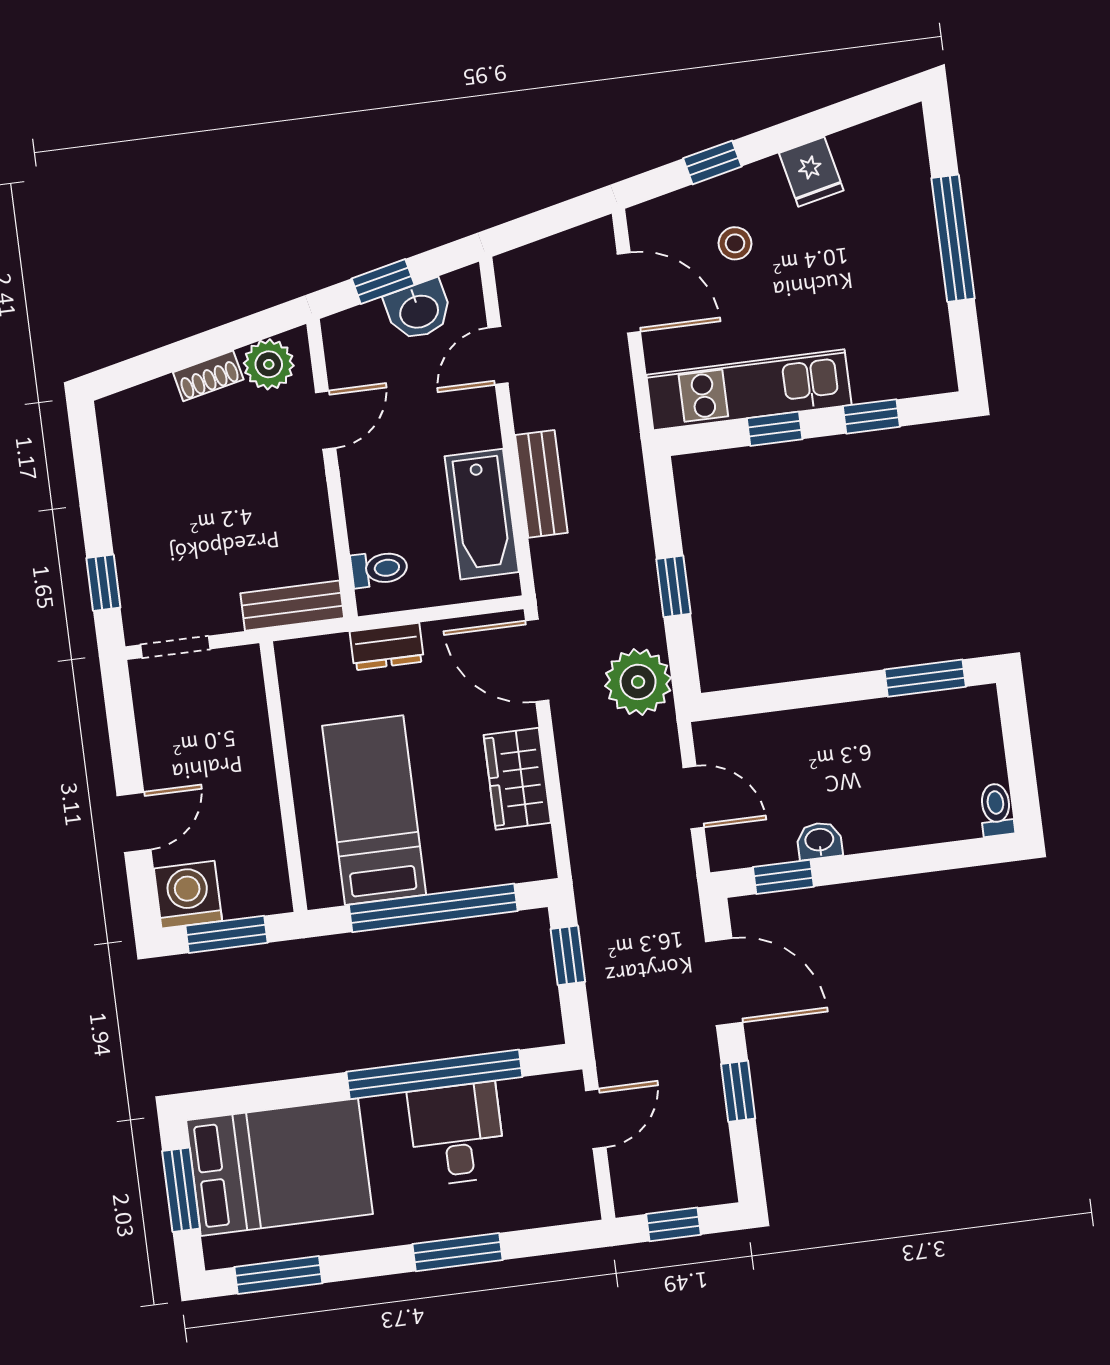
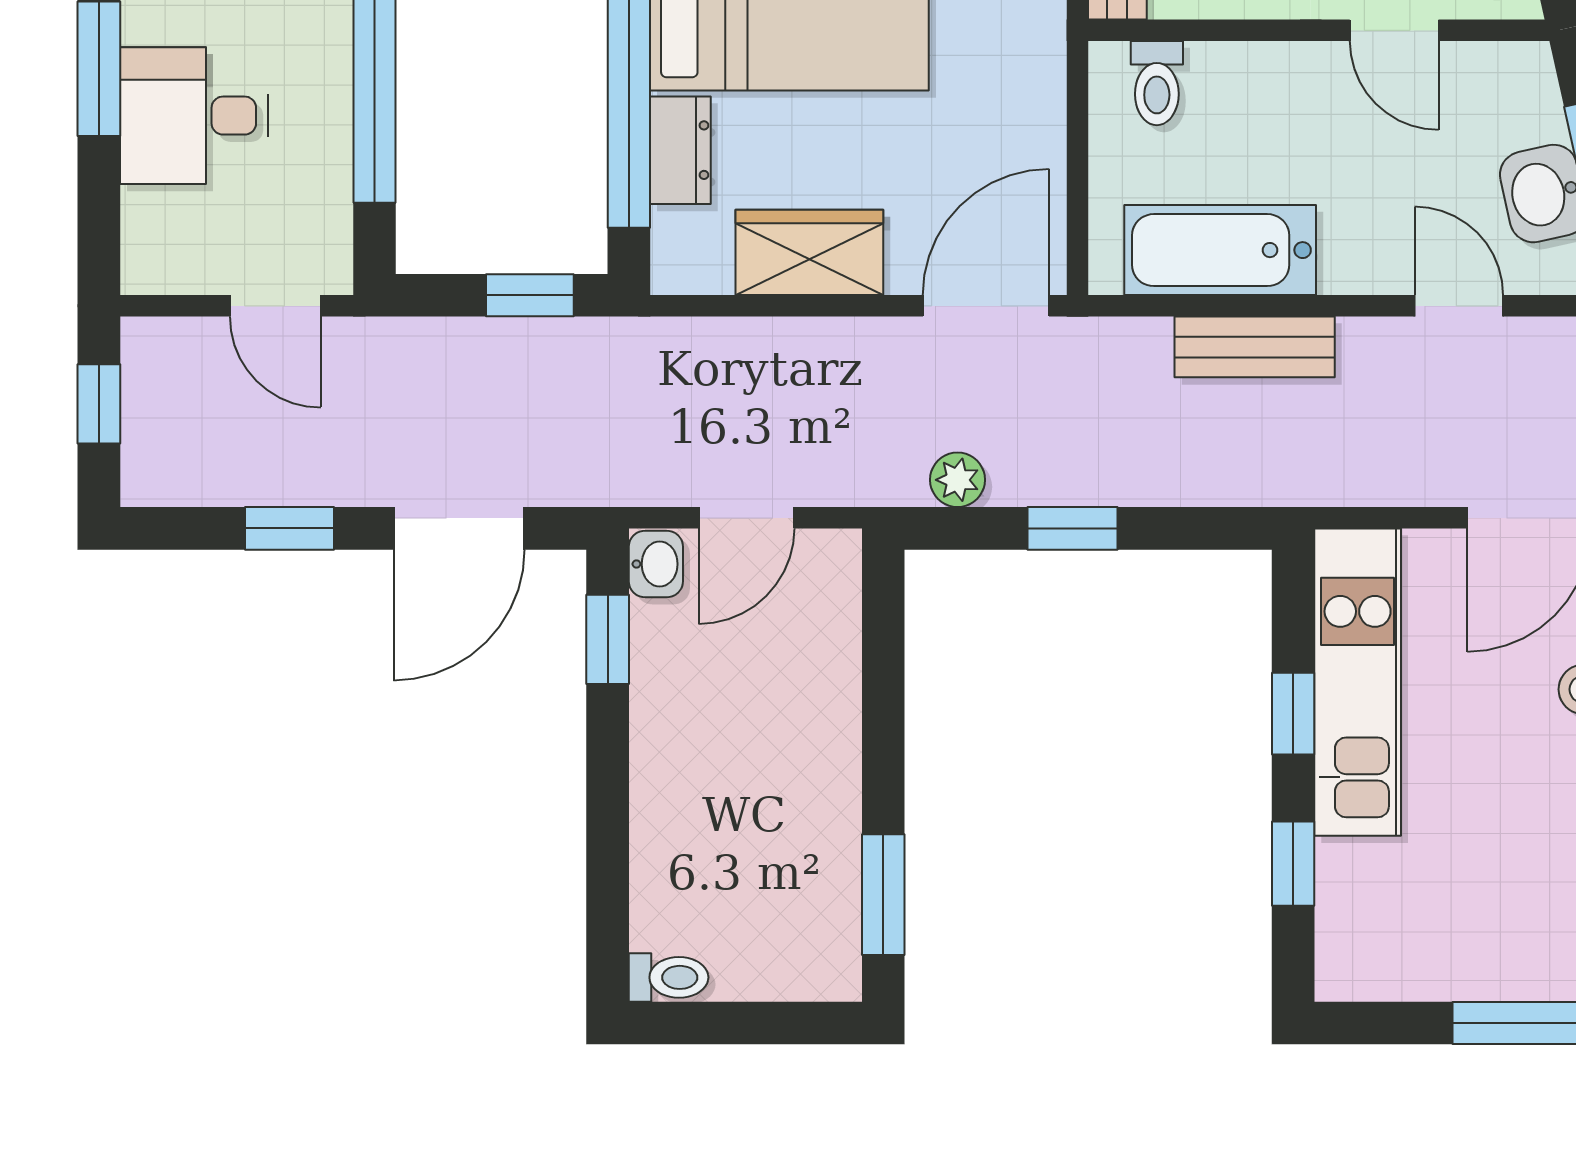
dresser: (387, 647) -> (680, 150), moved, turned 180
plant: (638, 682) -> (958, 480), width x0.53, depth x0.53
washbasin: (819, 841) -> (656, 564), moved
desk: (457, 1134) -> (194, 116), moved, turned 180

